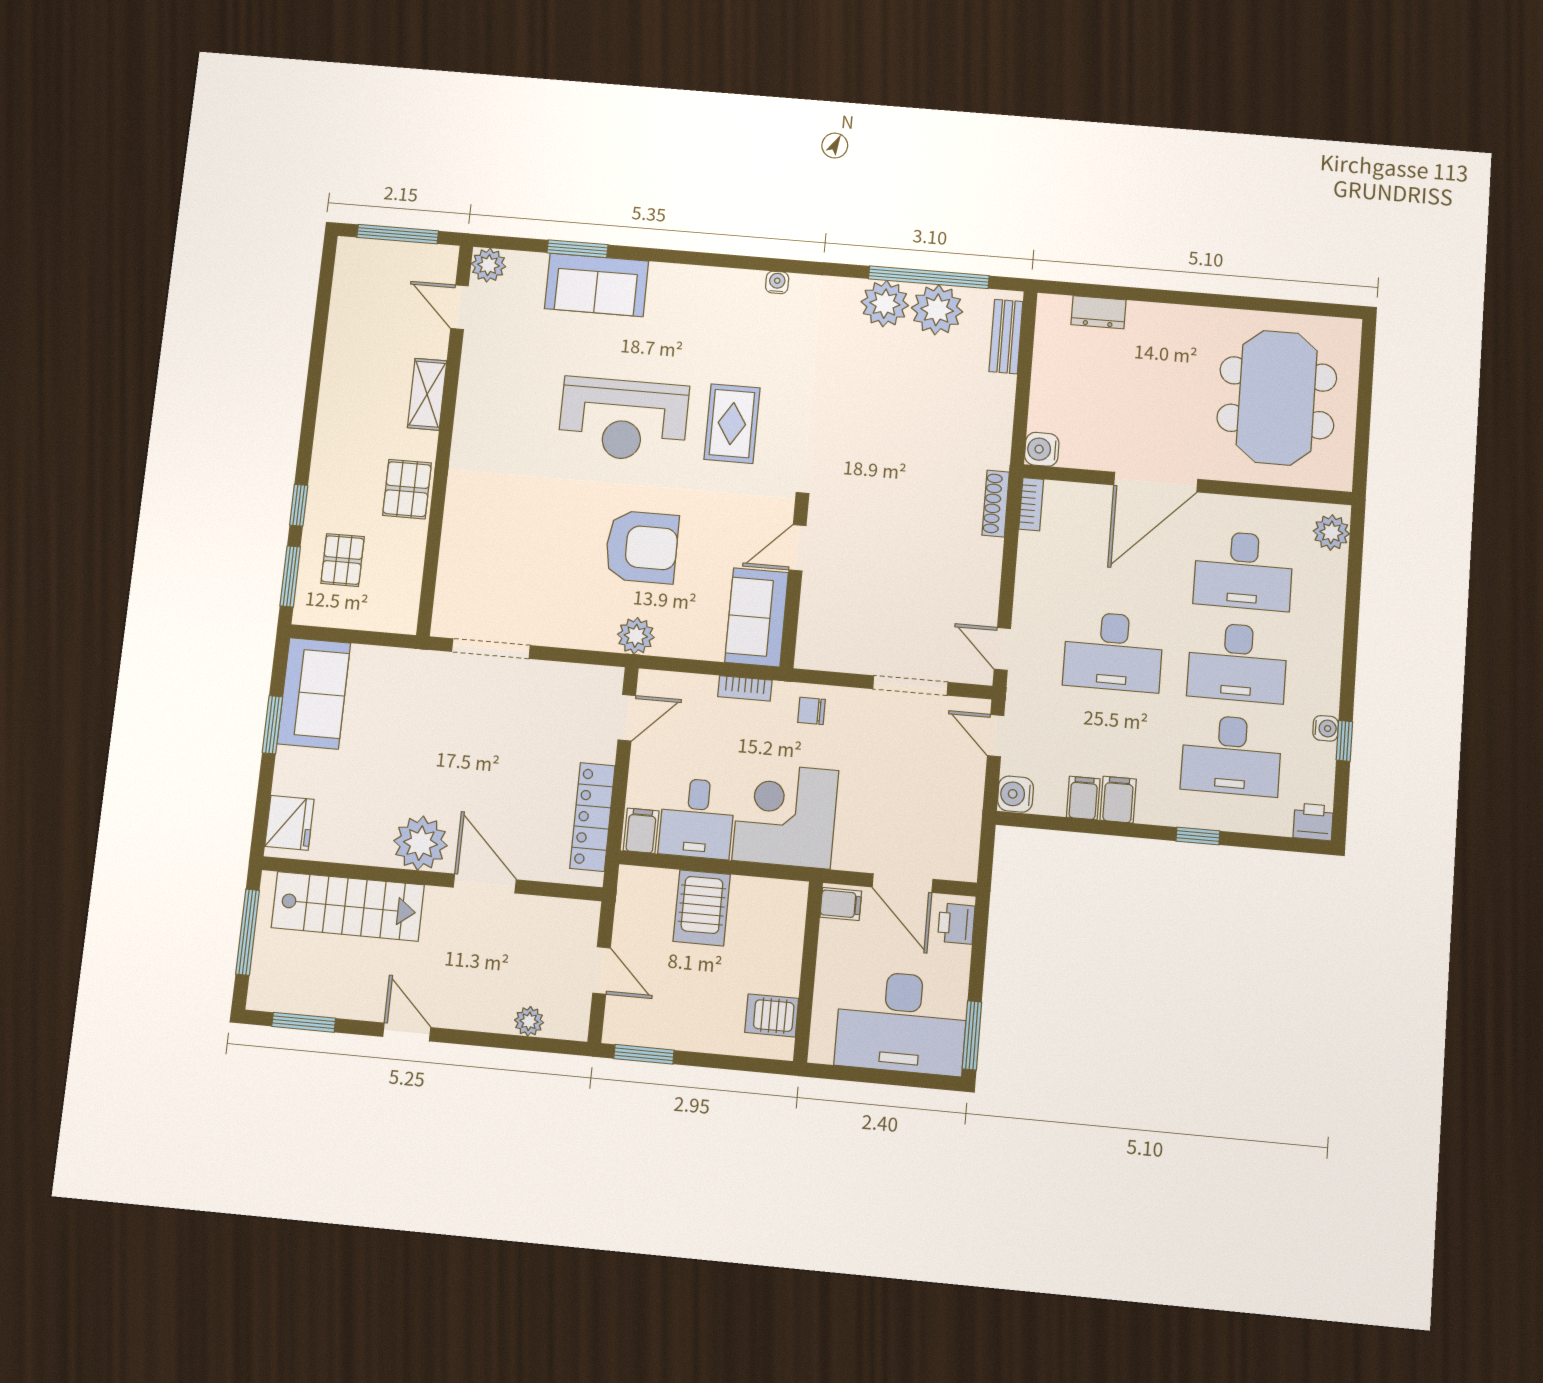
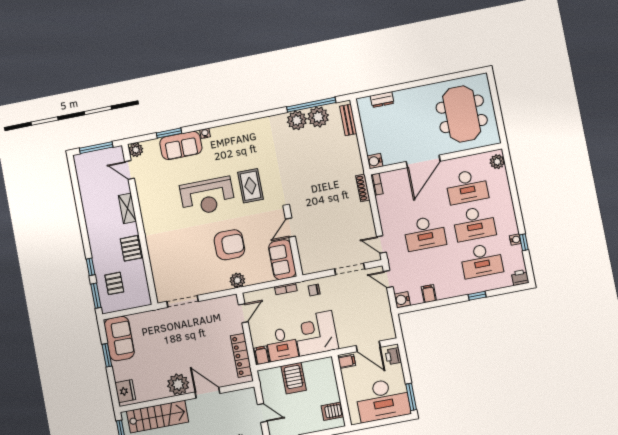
water cooler: (777, 282) -> (205, 133), moved
filing cabinet: (1118, 800) -> (442, 290), removed

